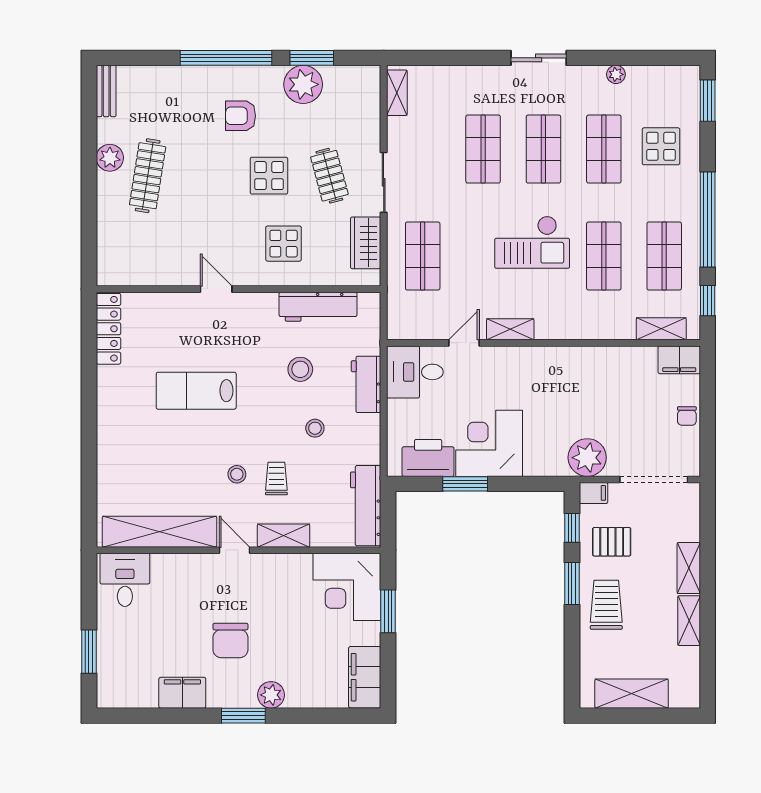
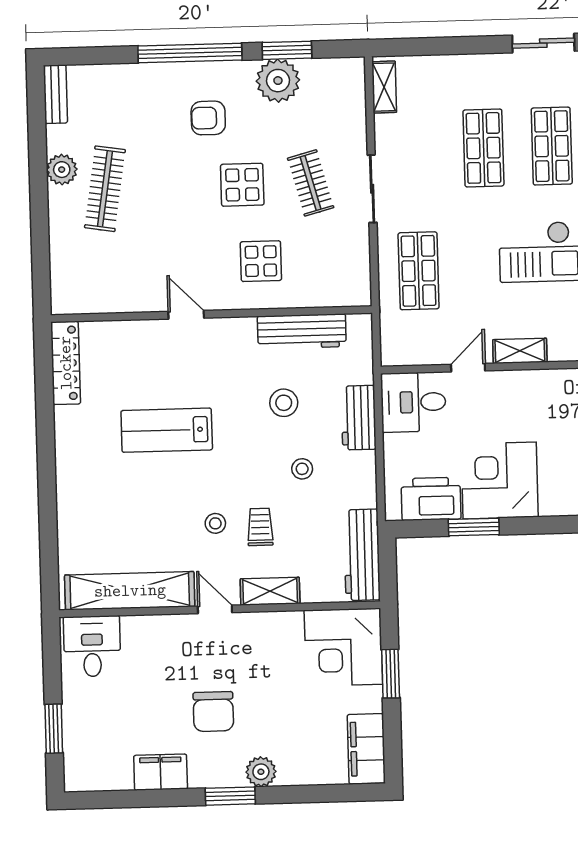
wardrobe: (366, 243) -> (354, 258), removed

